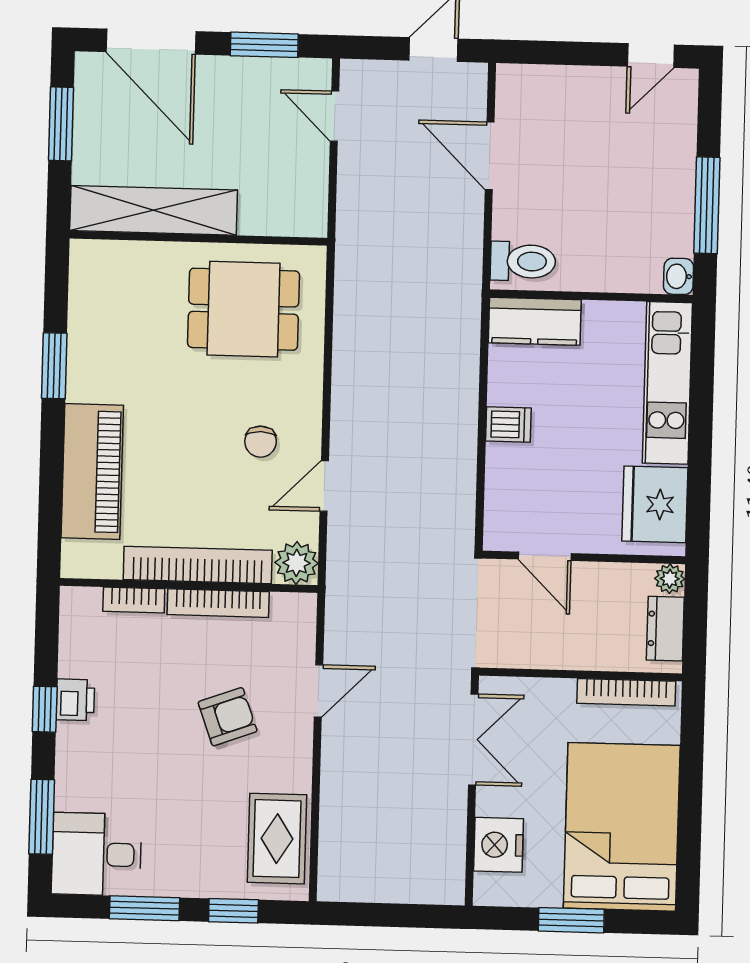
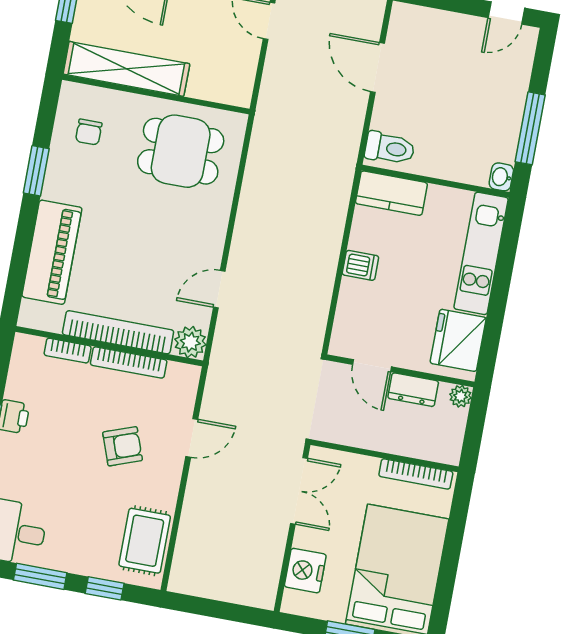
chair: (261, 442) -> (89, 132), moved
dresser: (665, 629) -> (413, 390), moved, turned -90

